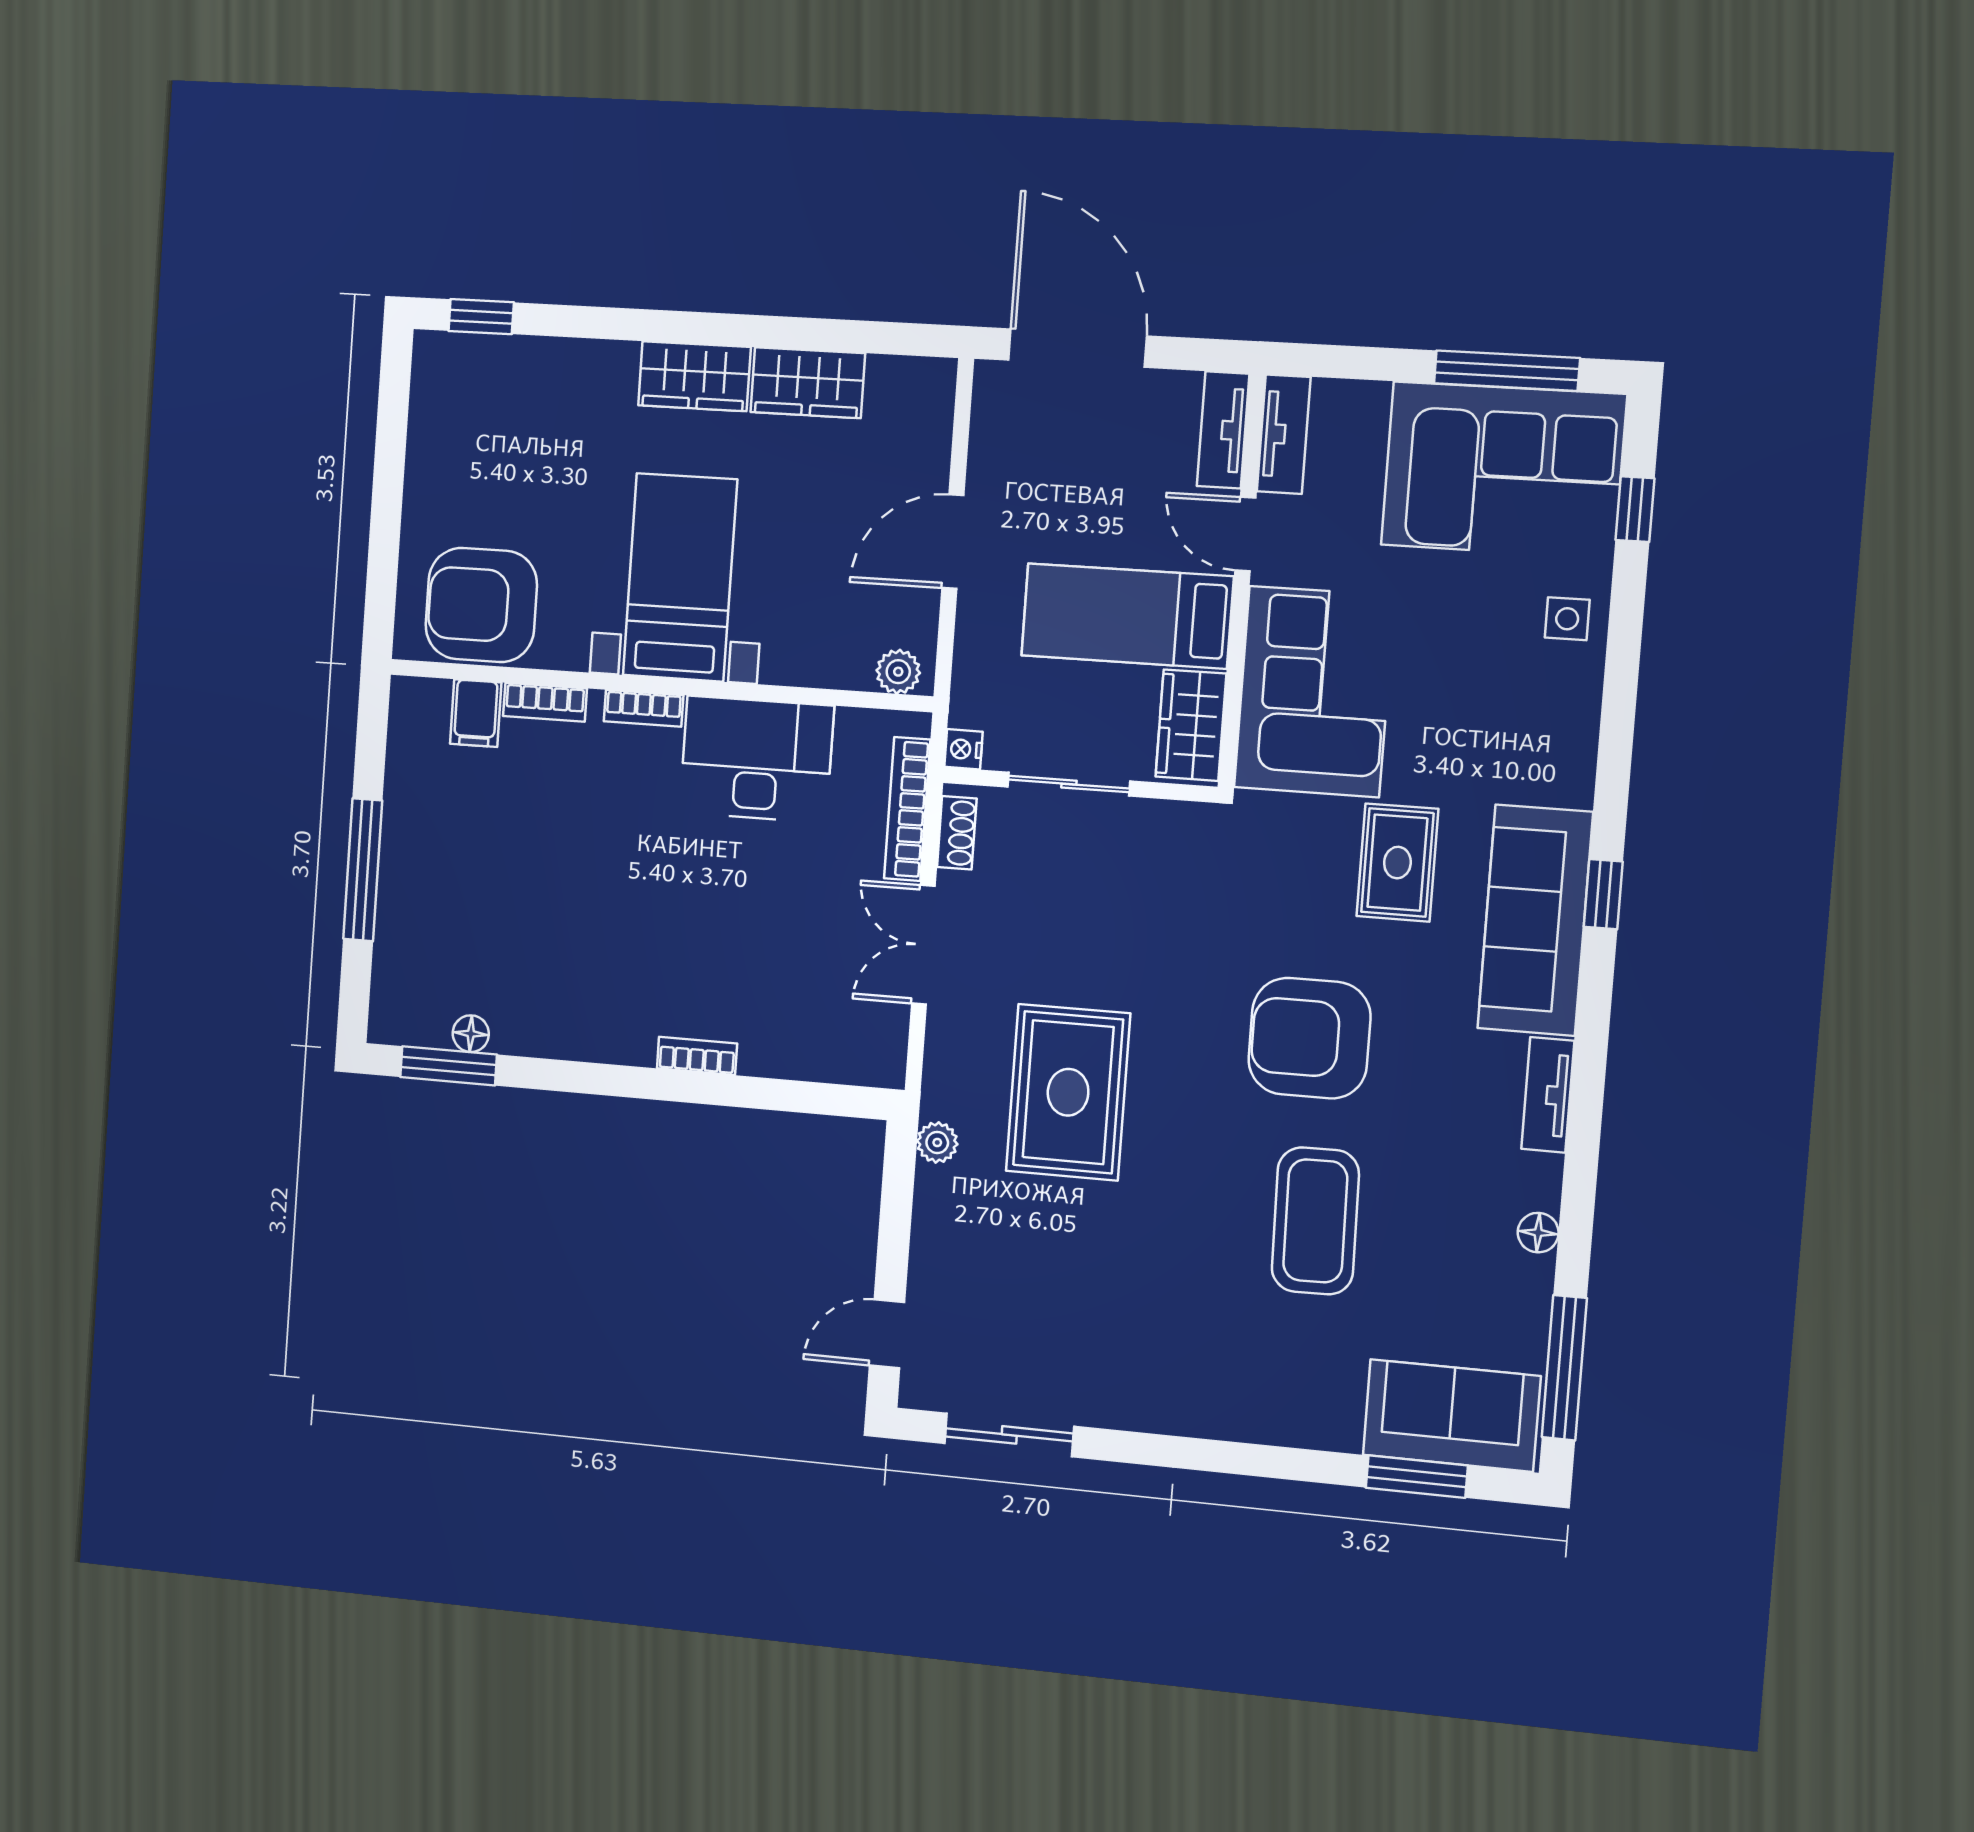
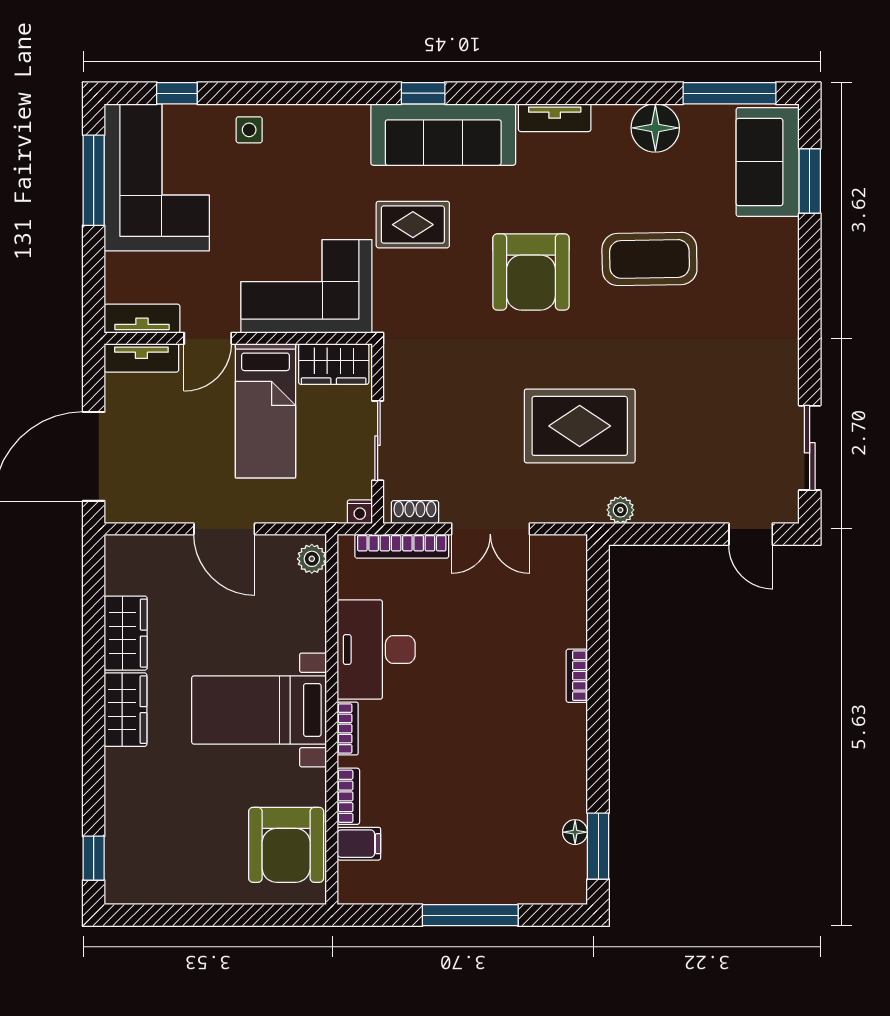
floor lamp: (1538, 1233) -> (655, 128), width x1.89, depth x1.89

